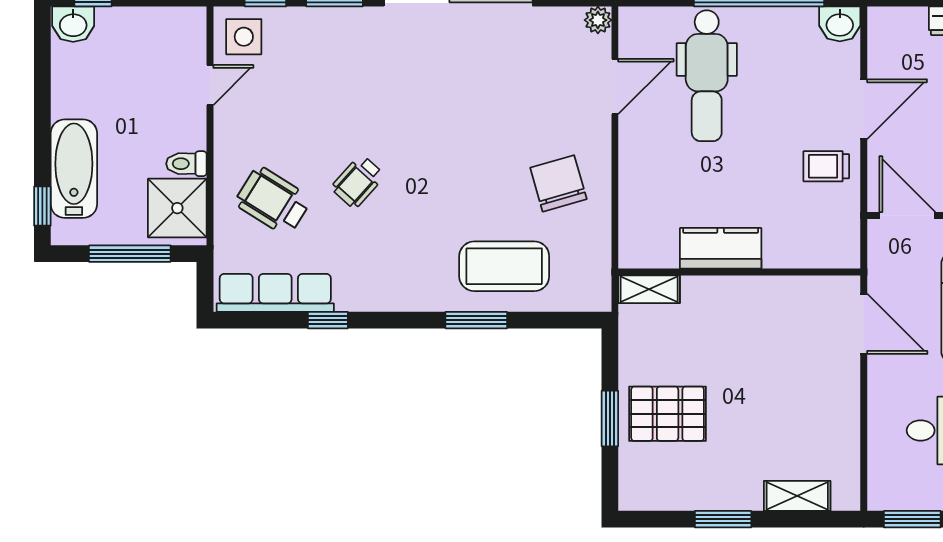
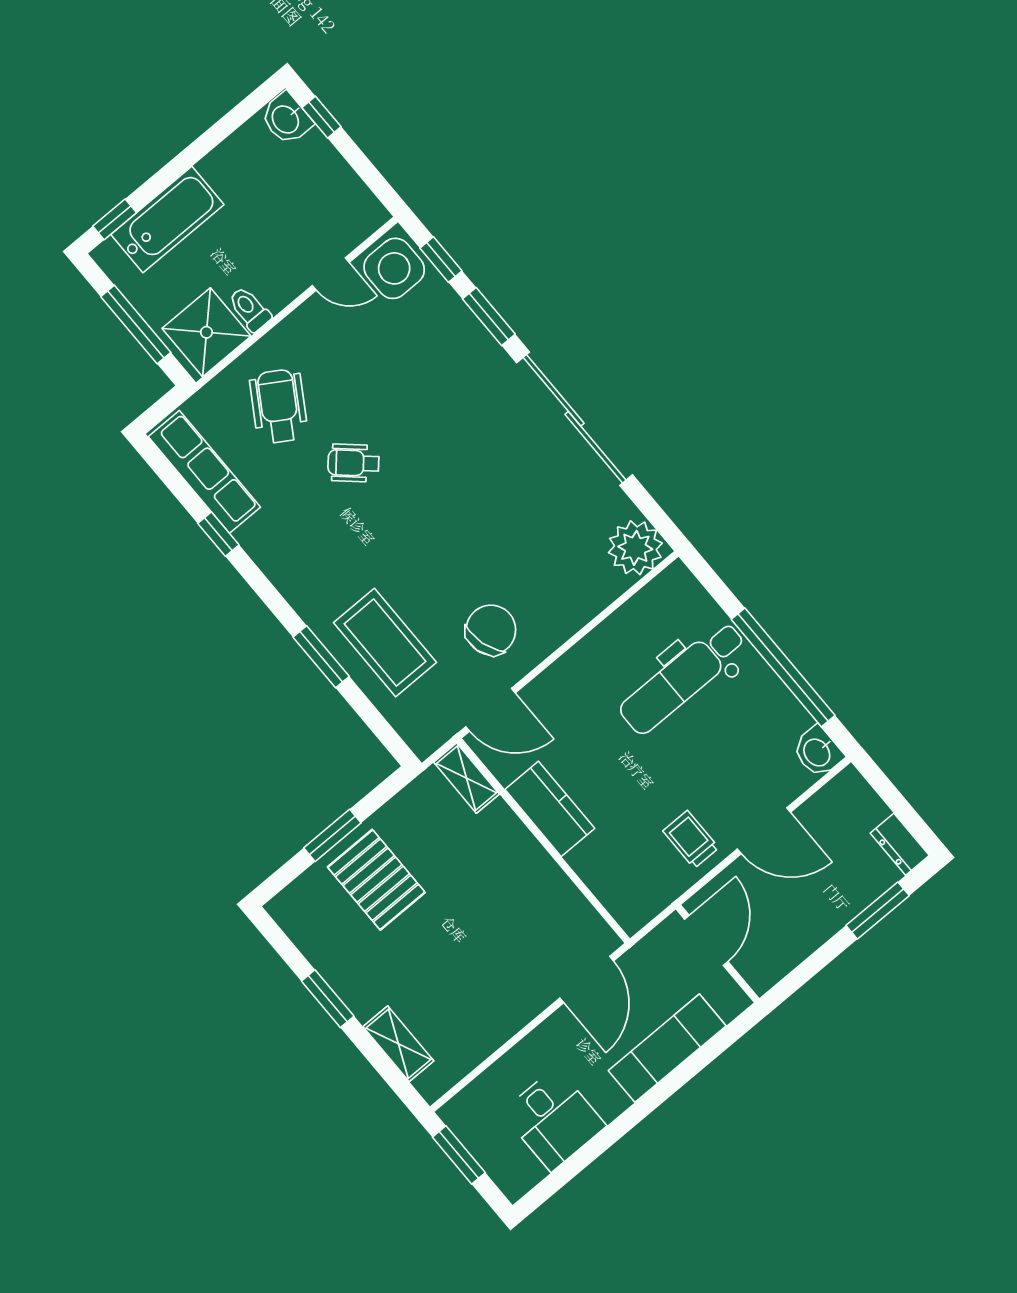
plant: (598, 20) -> (635, 548), width x1.87, depth x1.87
side table: (244, 37) -> (394, 268), width x1.37, depth x1.37
door: (615, 86) -> (491, 710), moved

